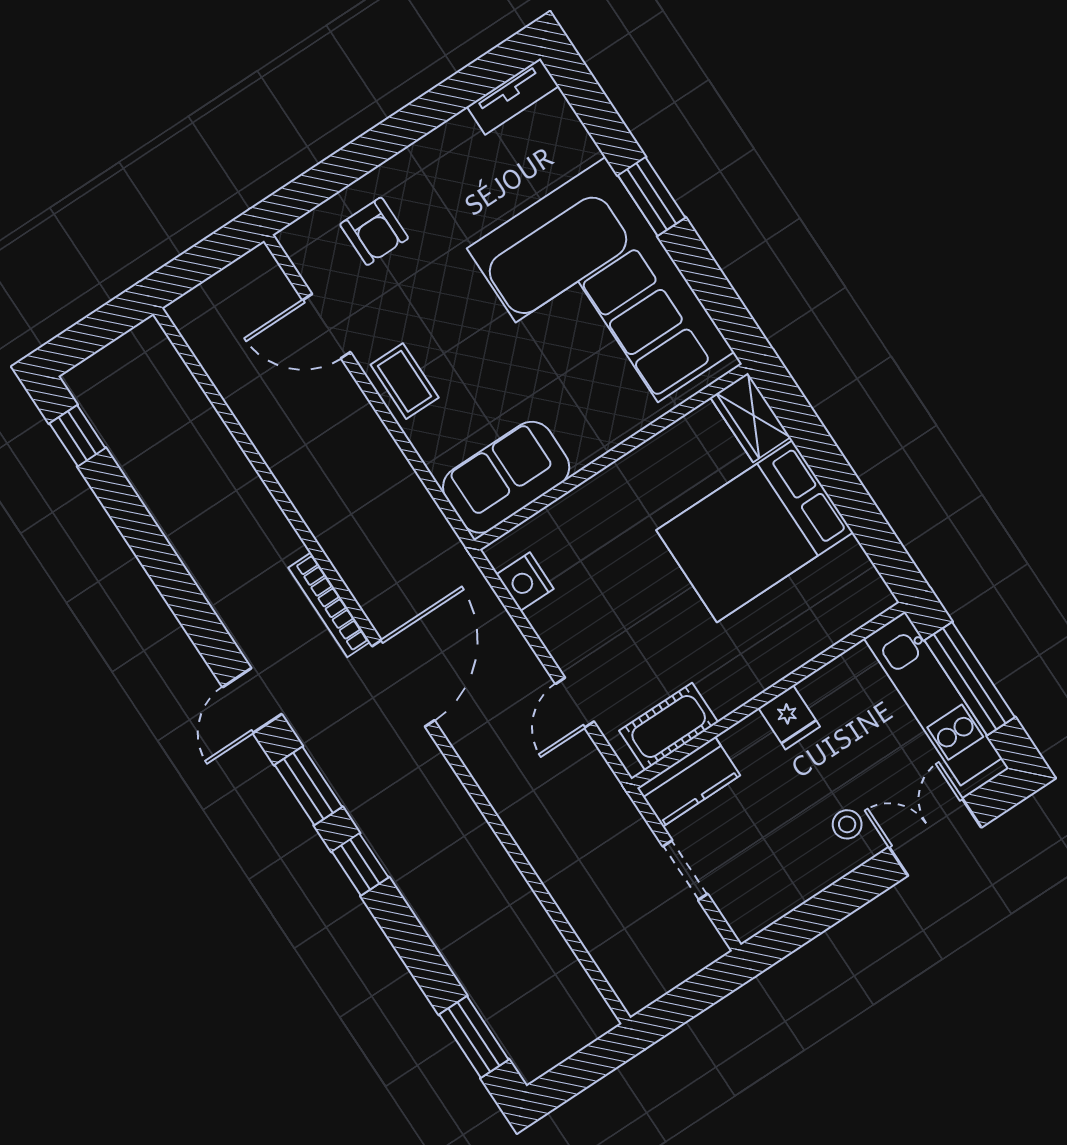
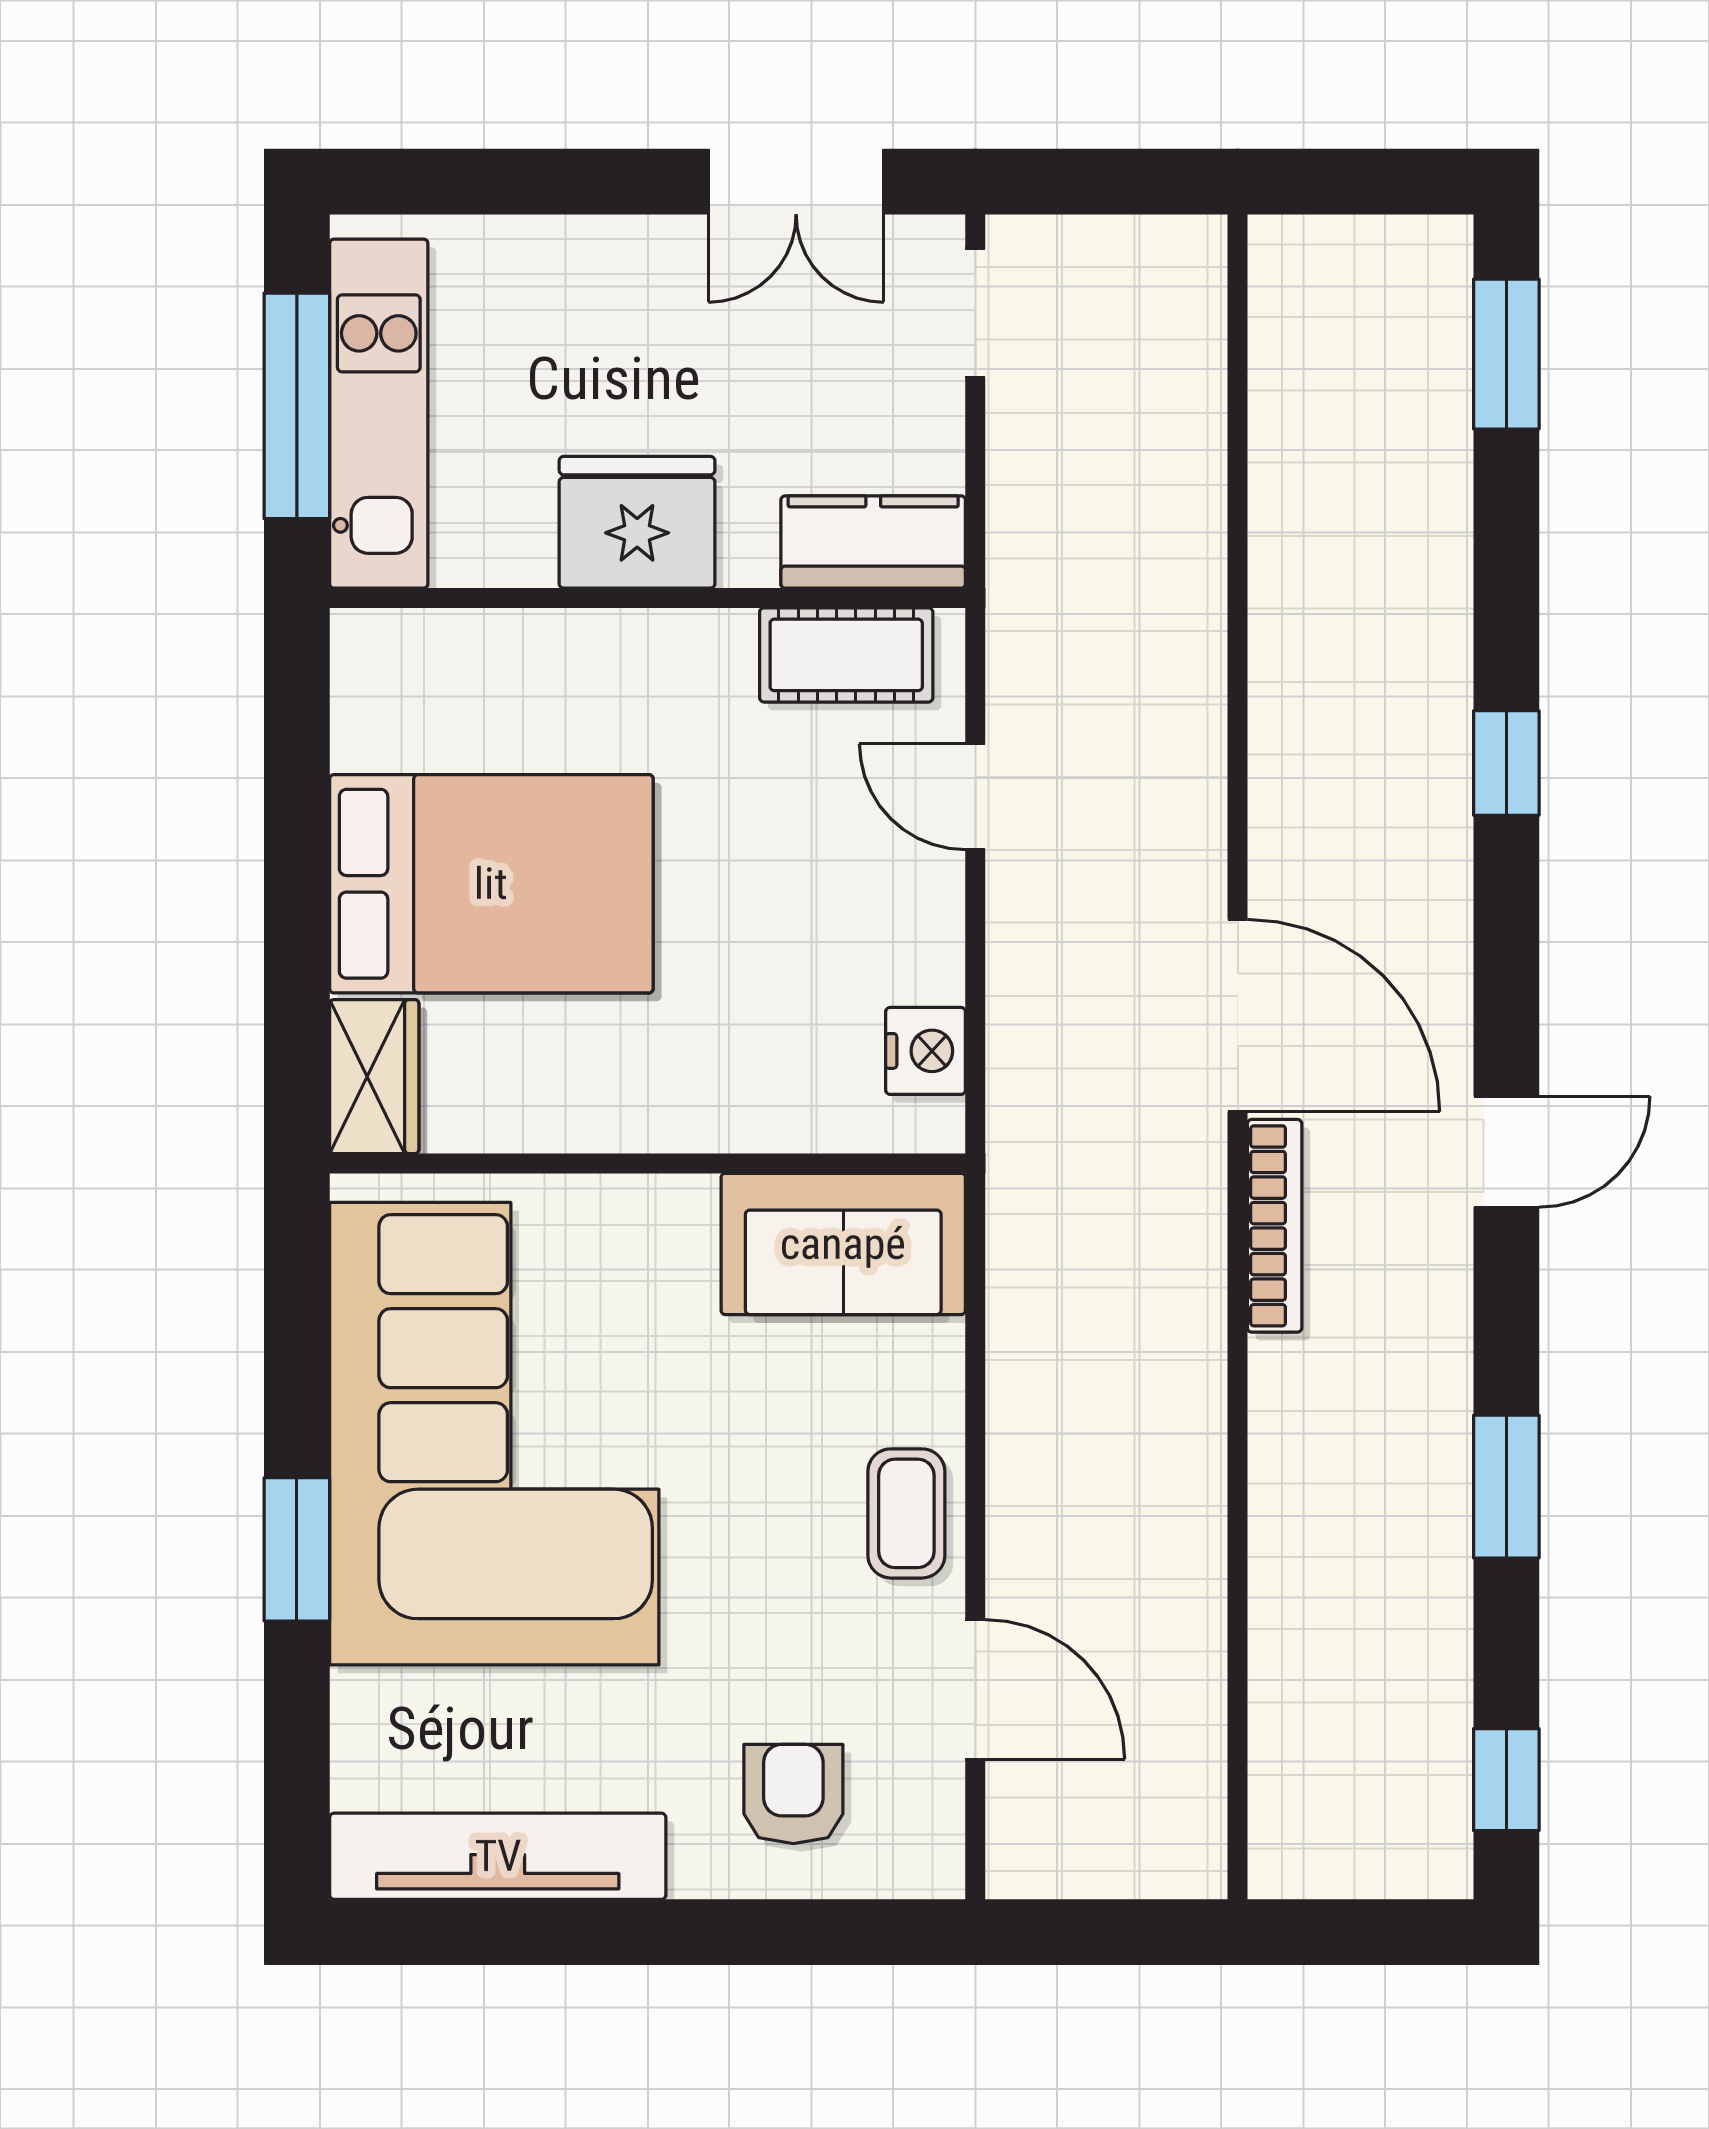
tv unit: (513, 96) -> (498, 1856), width x1.92, depth x1.29
door: (403, 683) -> (1238, 1016), swing flipped
door: (575, 703) -> (975, 797), swing flipped
fridge: (789, 717) -> (637, 522), width x1.88, depth x1.34
window: (308, 786) -> (1506, 1487), moved
stool: (847, 824) -> (658, 299), removed
double door: (935, 837) -> (796, 182), moved
doorway: (685, 870) -> (975, 313), moved

